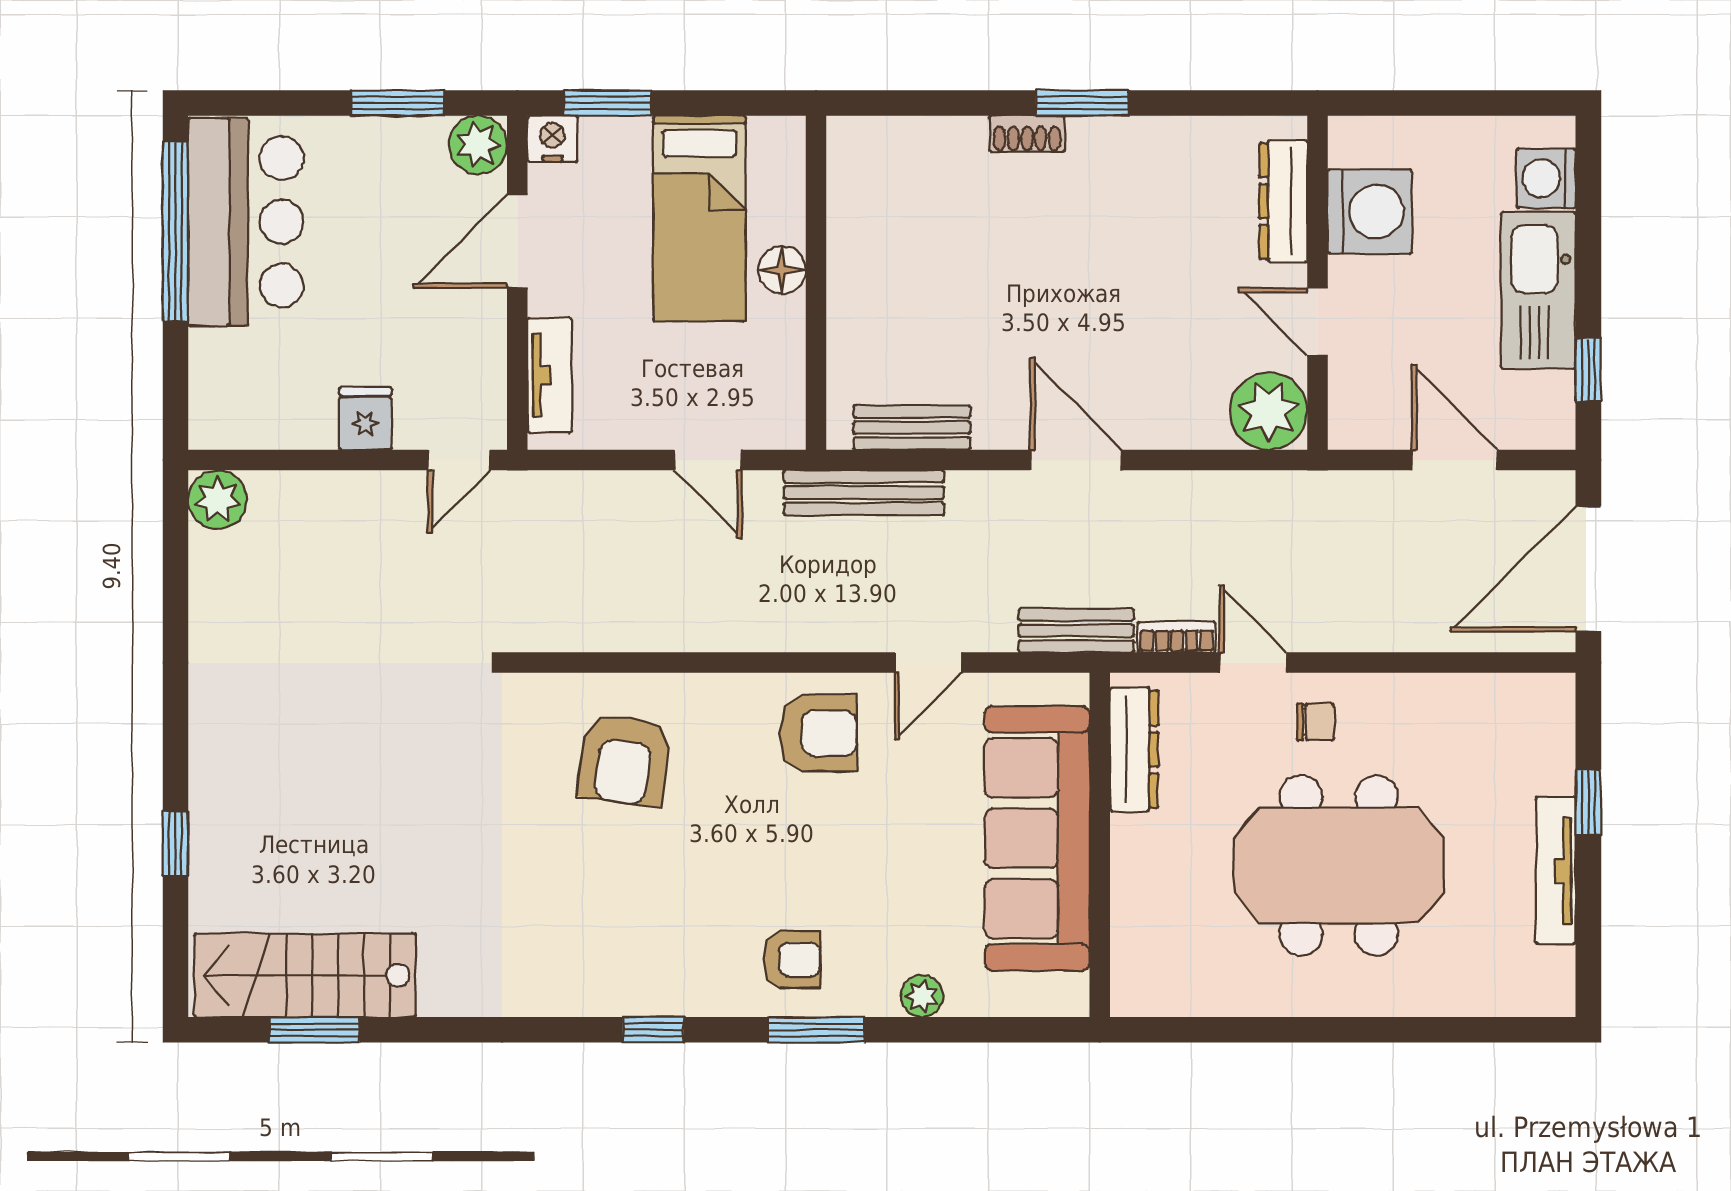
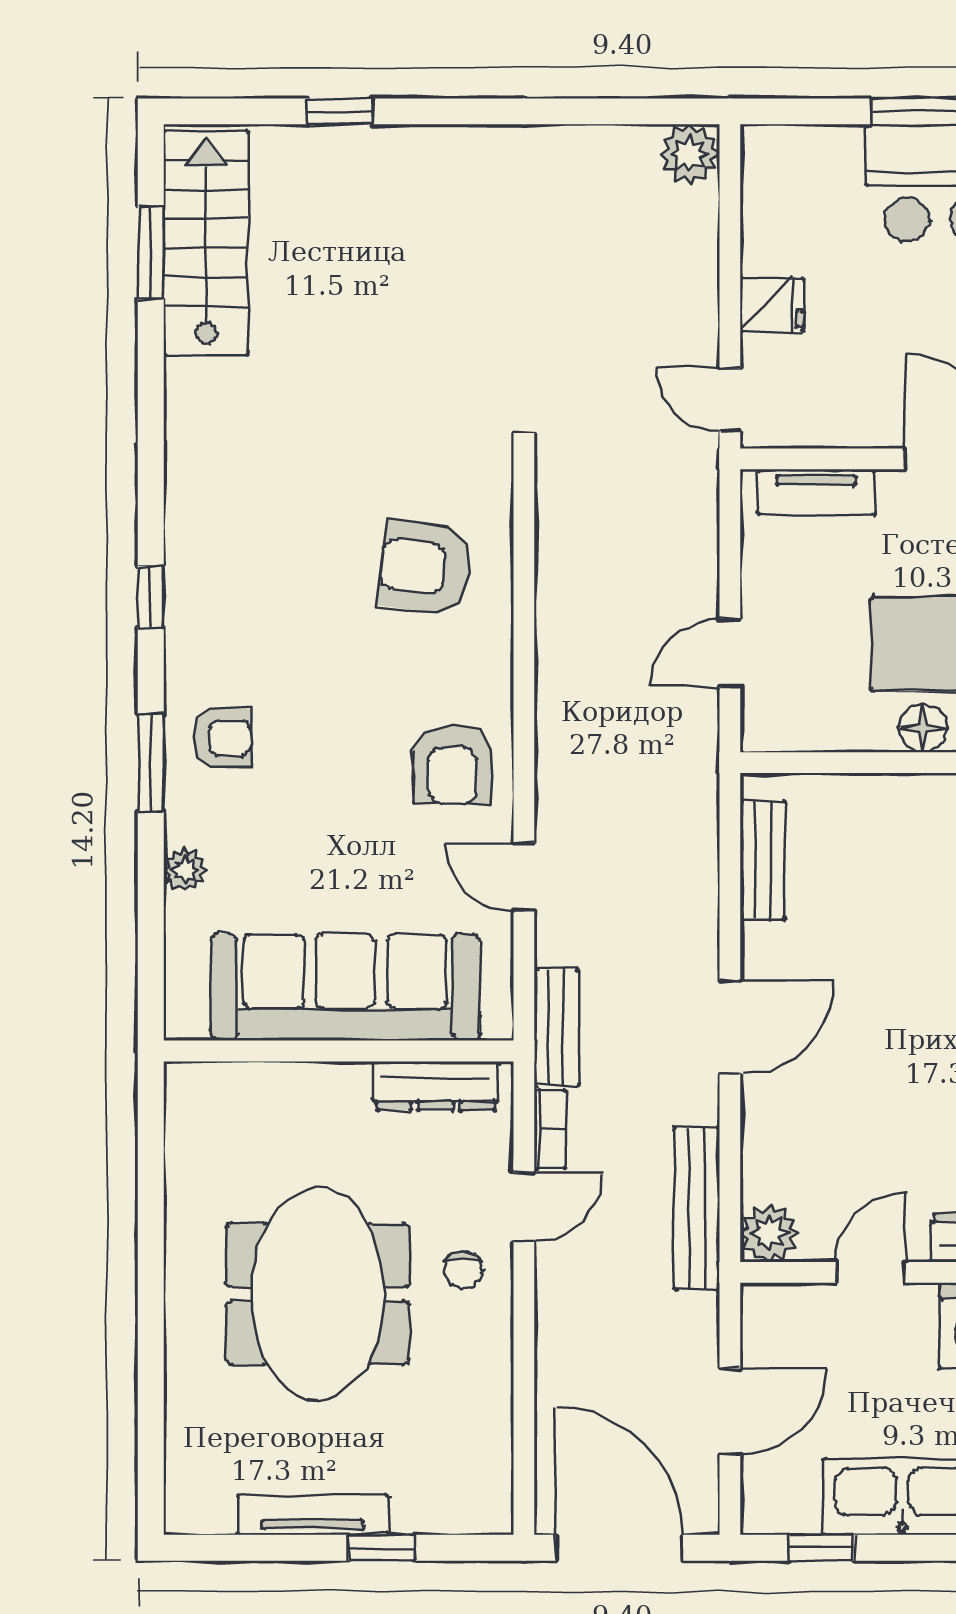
plant: (1268, 411) -> (769, 1233), width x0.73, depth x0.73
bench: (864, 493) -> (697, 1209), moved
armchair: (792, 959) -> (222, 738), turned -90

